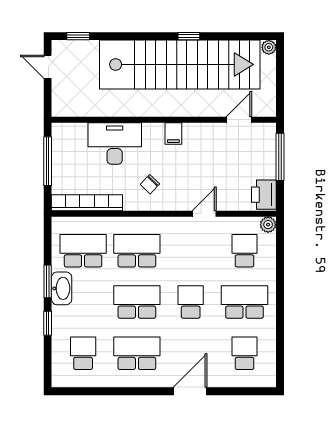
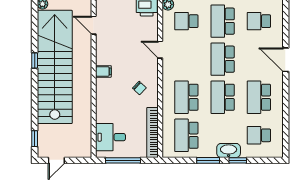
desk: (115, 143) -> (111, 137), moved, width x0.73
washbasin: (62, 288) -> (229, 150), moved
school desk: (191, 302) -> (223, 59), width x1.85

